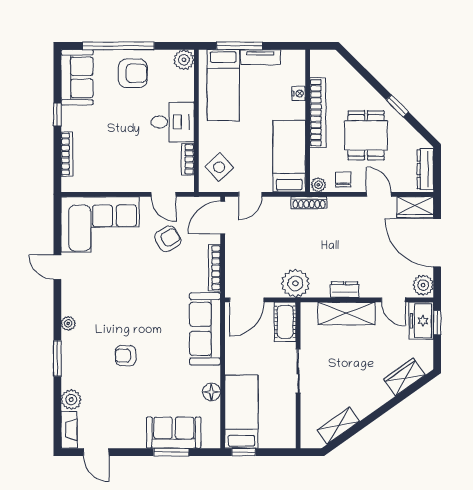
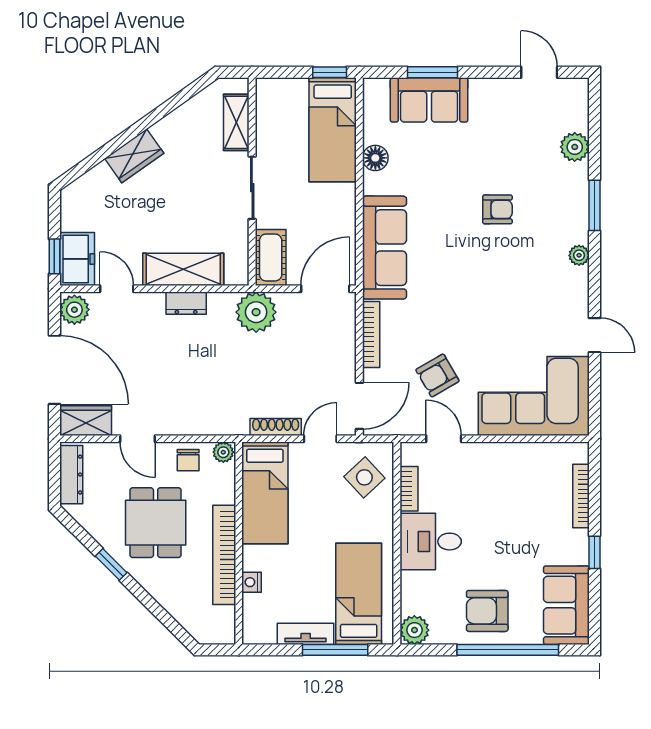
shoe rack: (309, 203) -> (276, 427), moved
wardrobe: (404, 377) -> (134, 156), moved
shelving: (338, 426) -> (236, 122), moved, turned -55
fireplace: (69, 430) -> (578, 104), removed

